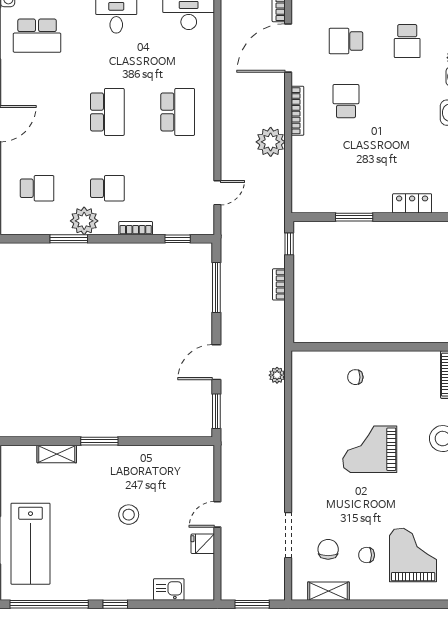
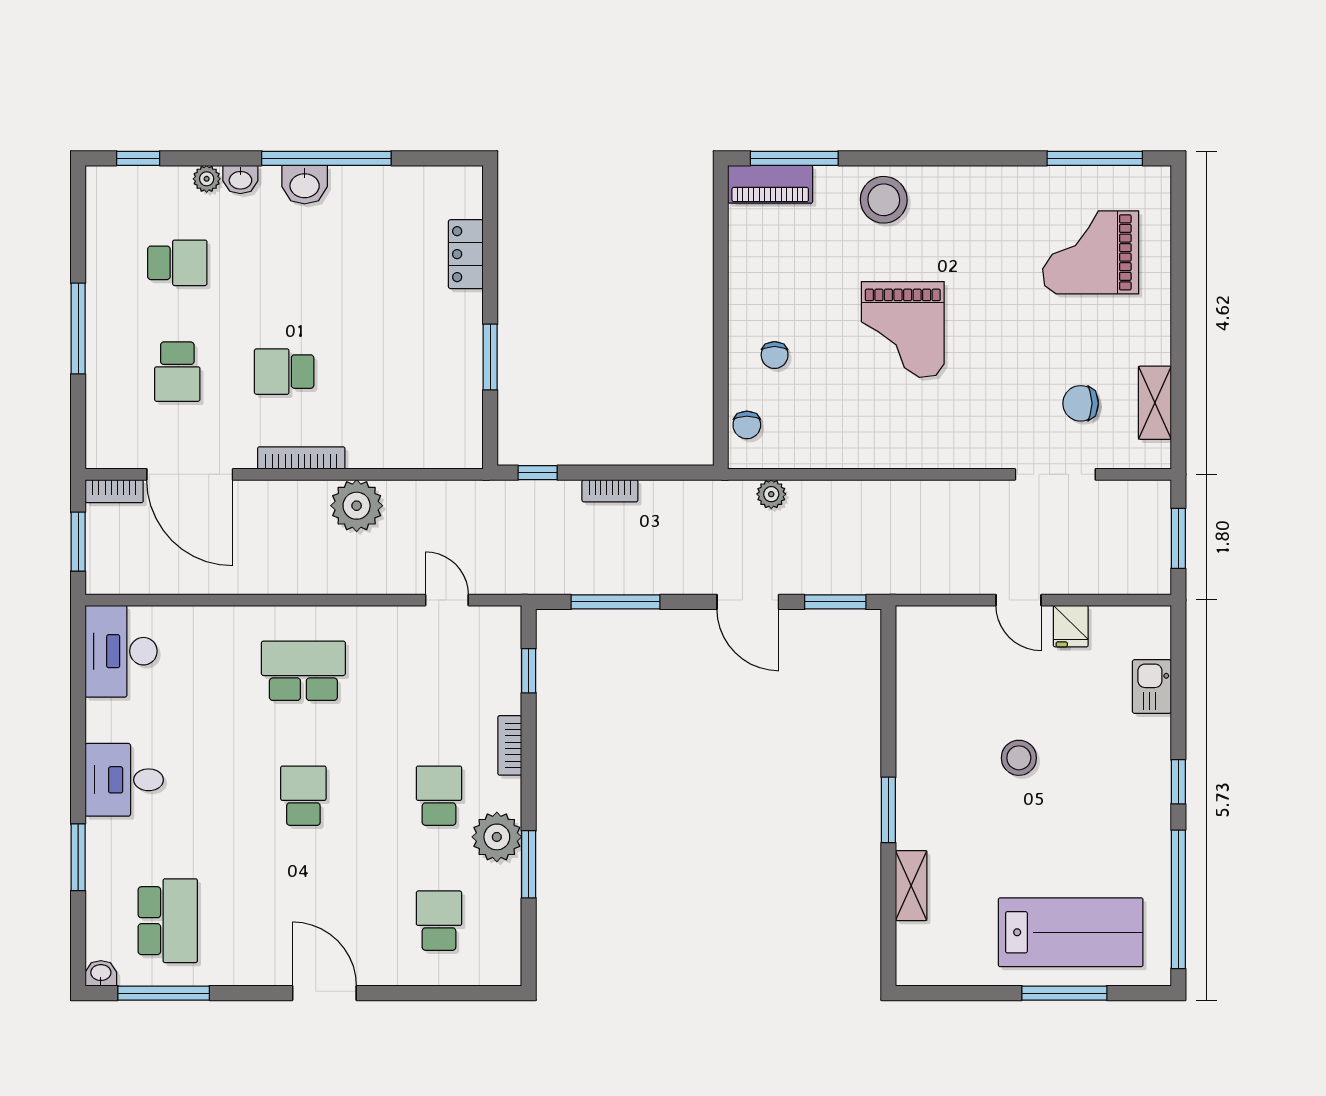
school desk: (107, 112) -> (303, 796), width x0.54
chair: (367, 555) -> (747, 425), moved

